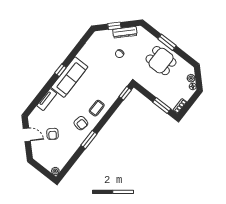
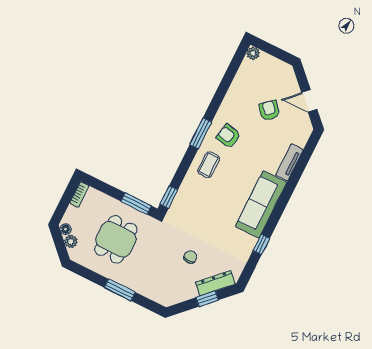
dresser: (125, 32) -> (215, 283), moved
dining table: (161, 61) -> (116, 239), moved, turned 90
window: (60, 70) -> (261, 244), moved
window: (162, 105) -> (136, 204), moved
window: (89, 140) -> (201, 133), moved

